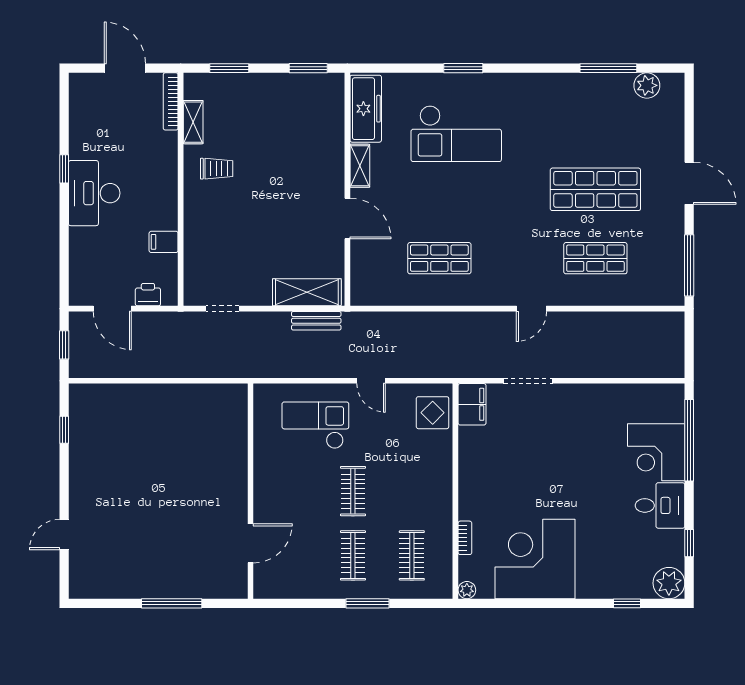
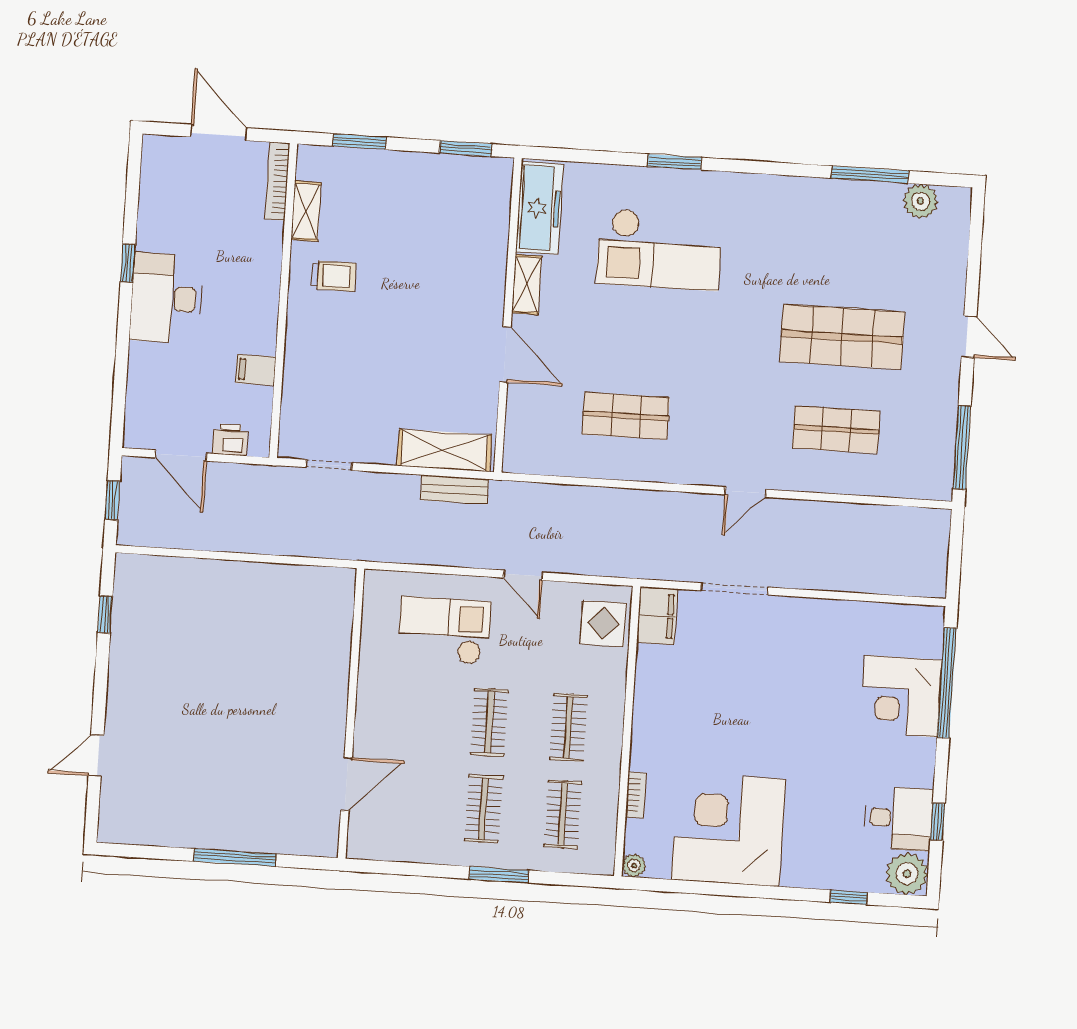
door: (689, 183) -> (969, 337), width x0.73
clothes rail: (412, 491) -> (568, 727), added
desk: (660, 505) -> (898, 818), moved

